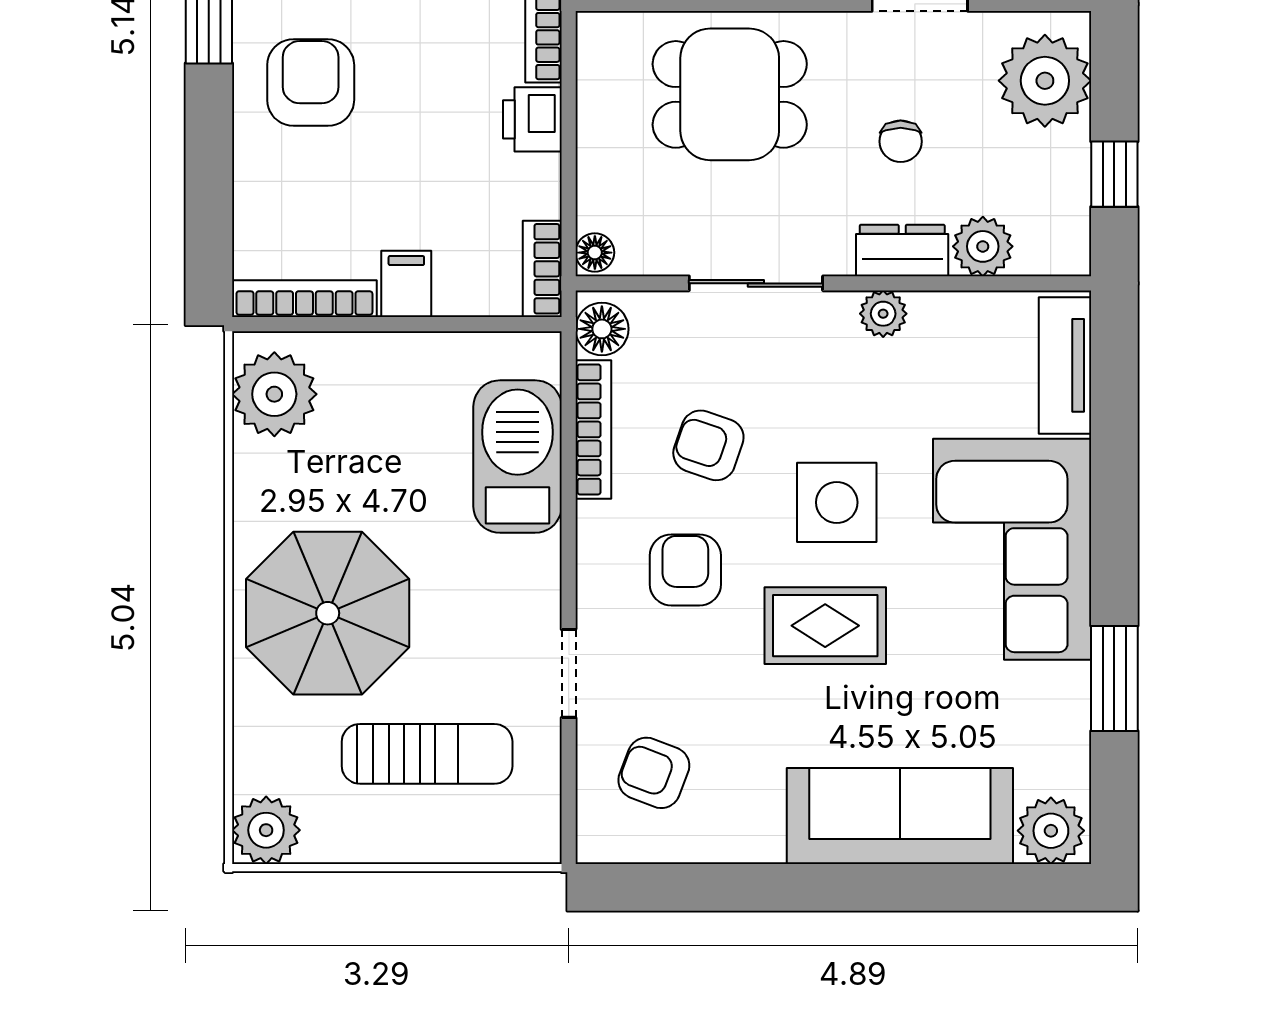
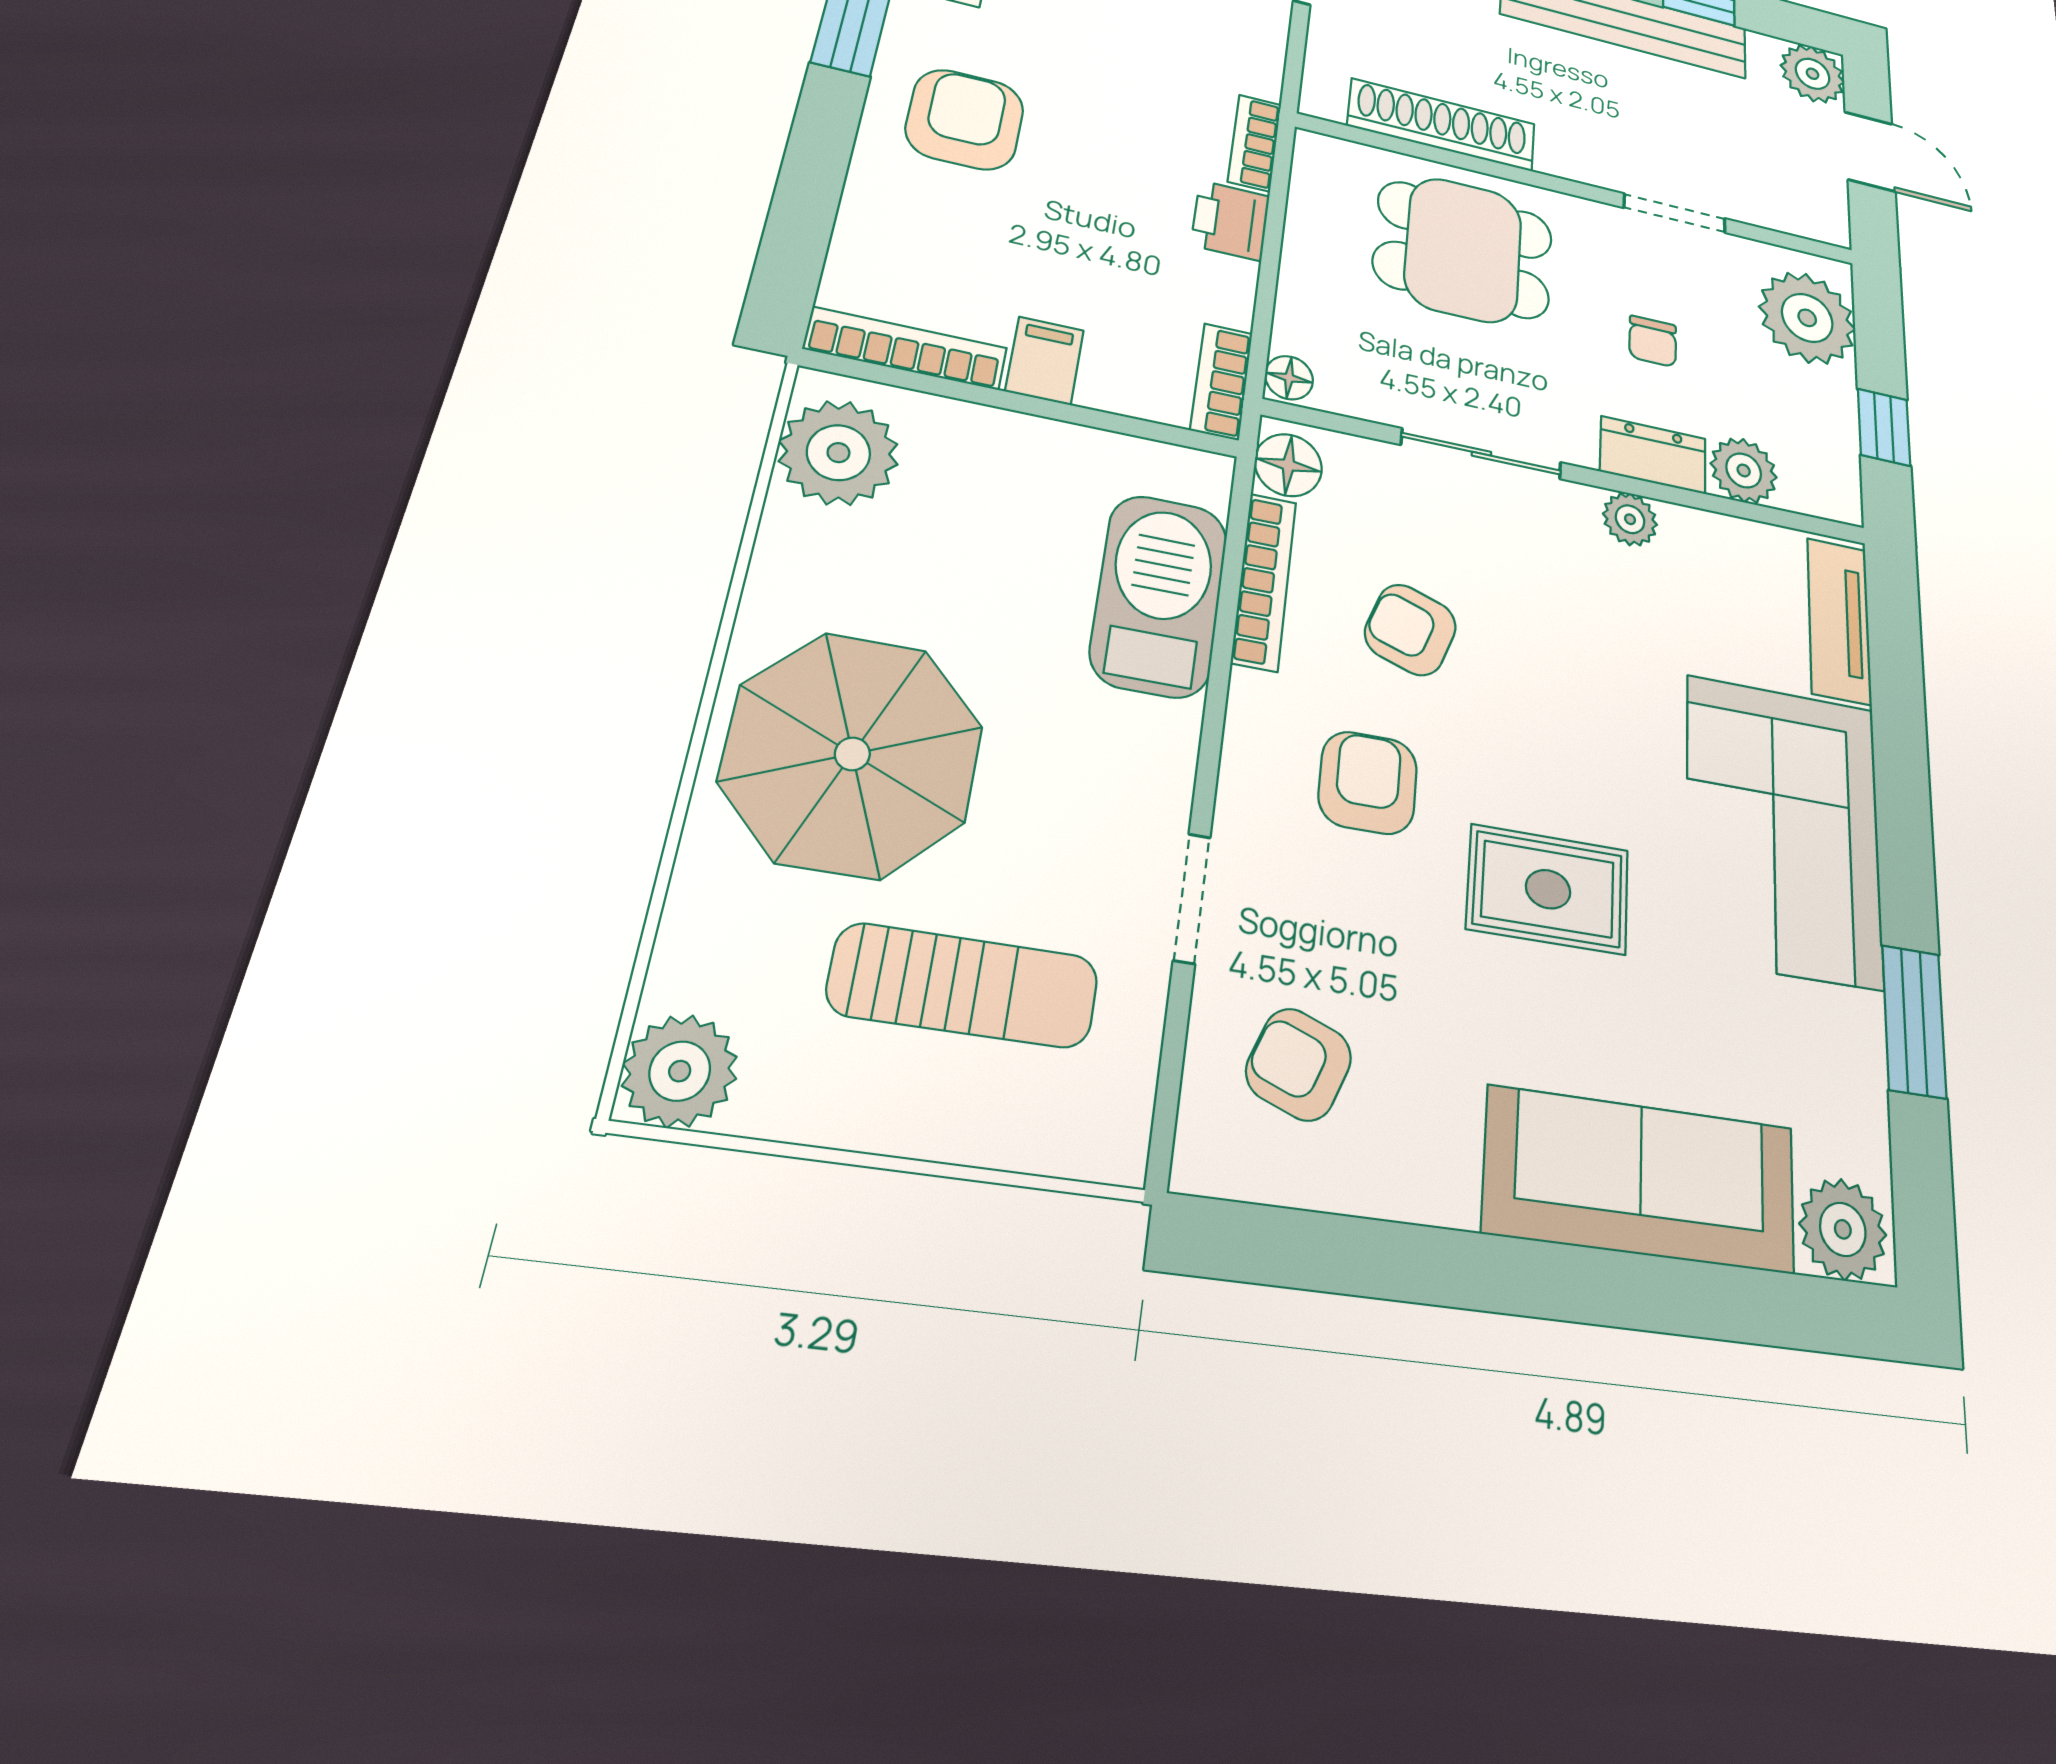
side table: (837, 502) -> (1568, 731), removed

